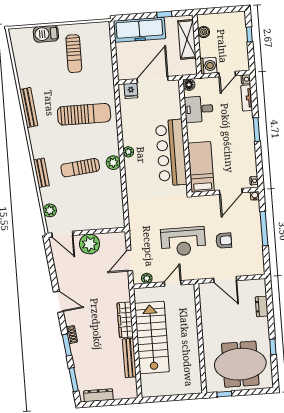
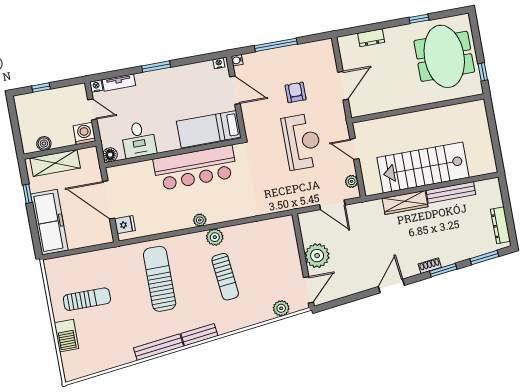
bench: (41, 173) -> (199, 335), moved

